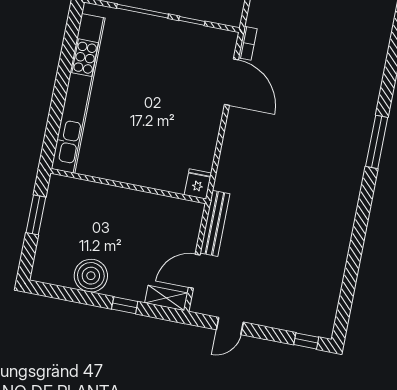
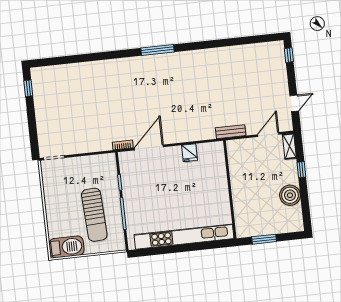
fridge: (198, 184) -> (189, 153), moved, turned -90
bench: (215, 223) -> (231, 132), width x0.73
door: (194, 271) -> (268, 135), swing flipped
door: (230, 326) -> (294, 103), hinge flipped

